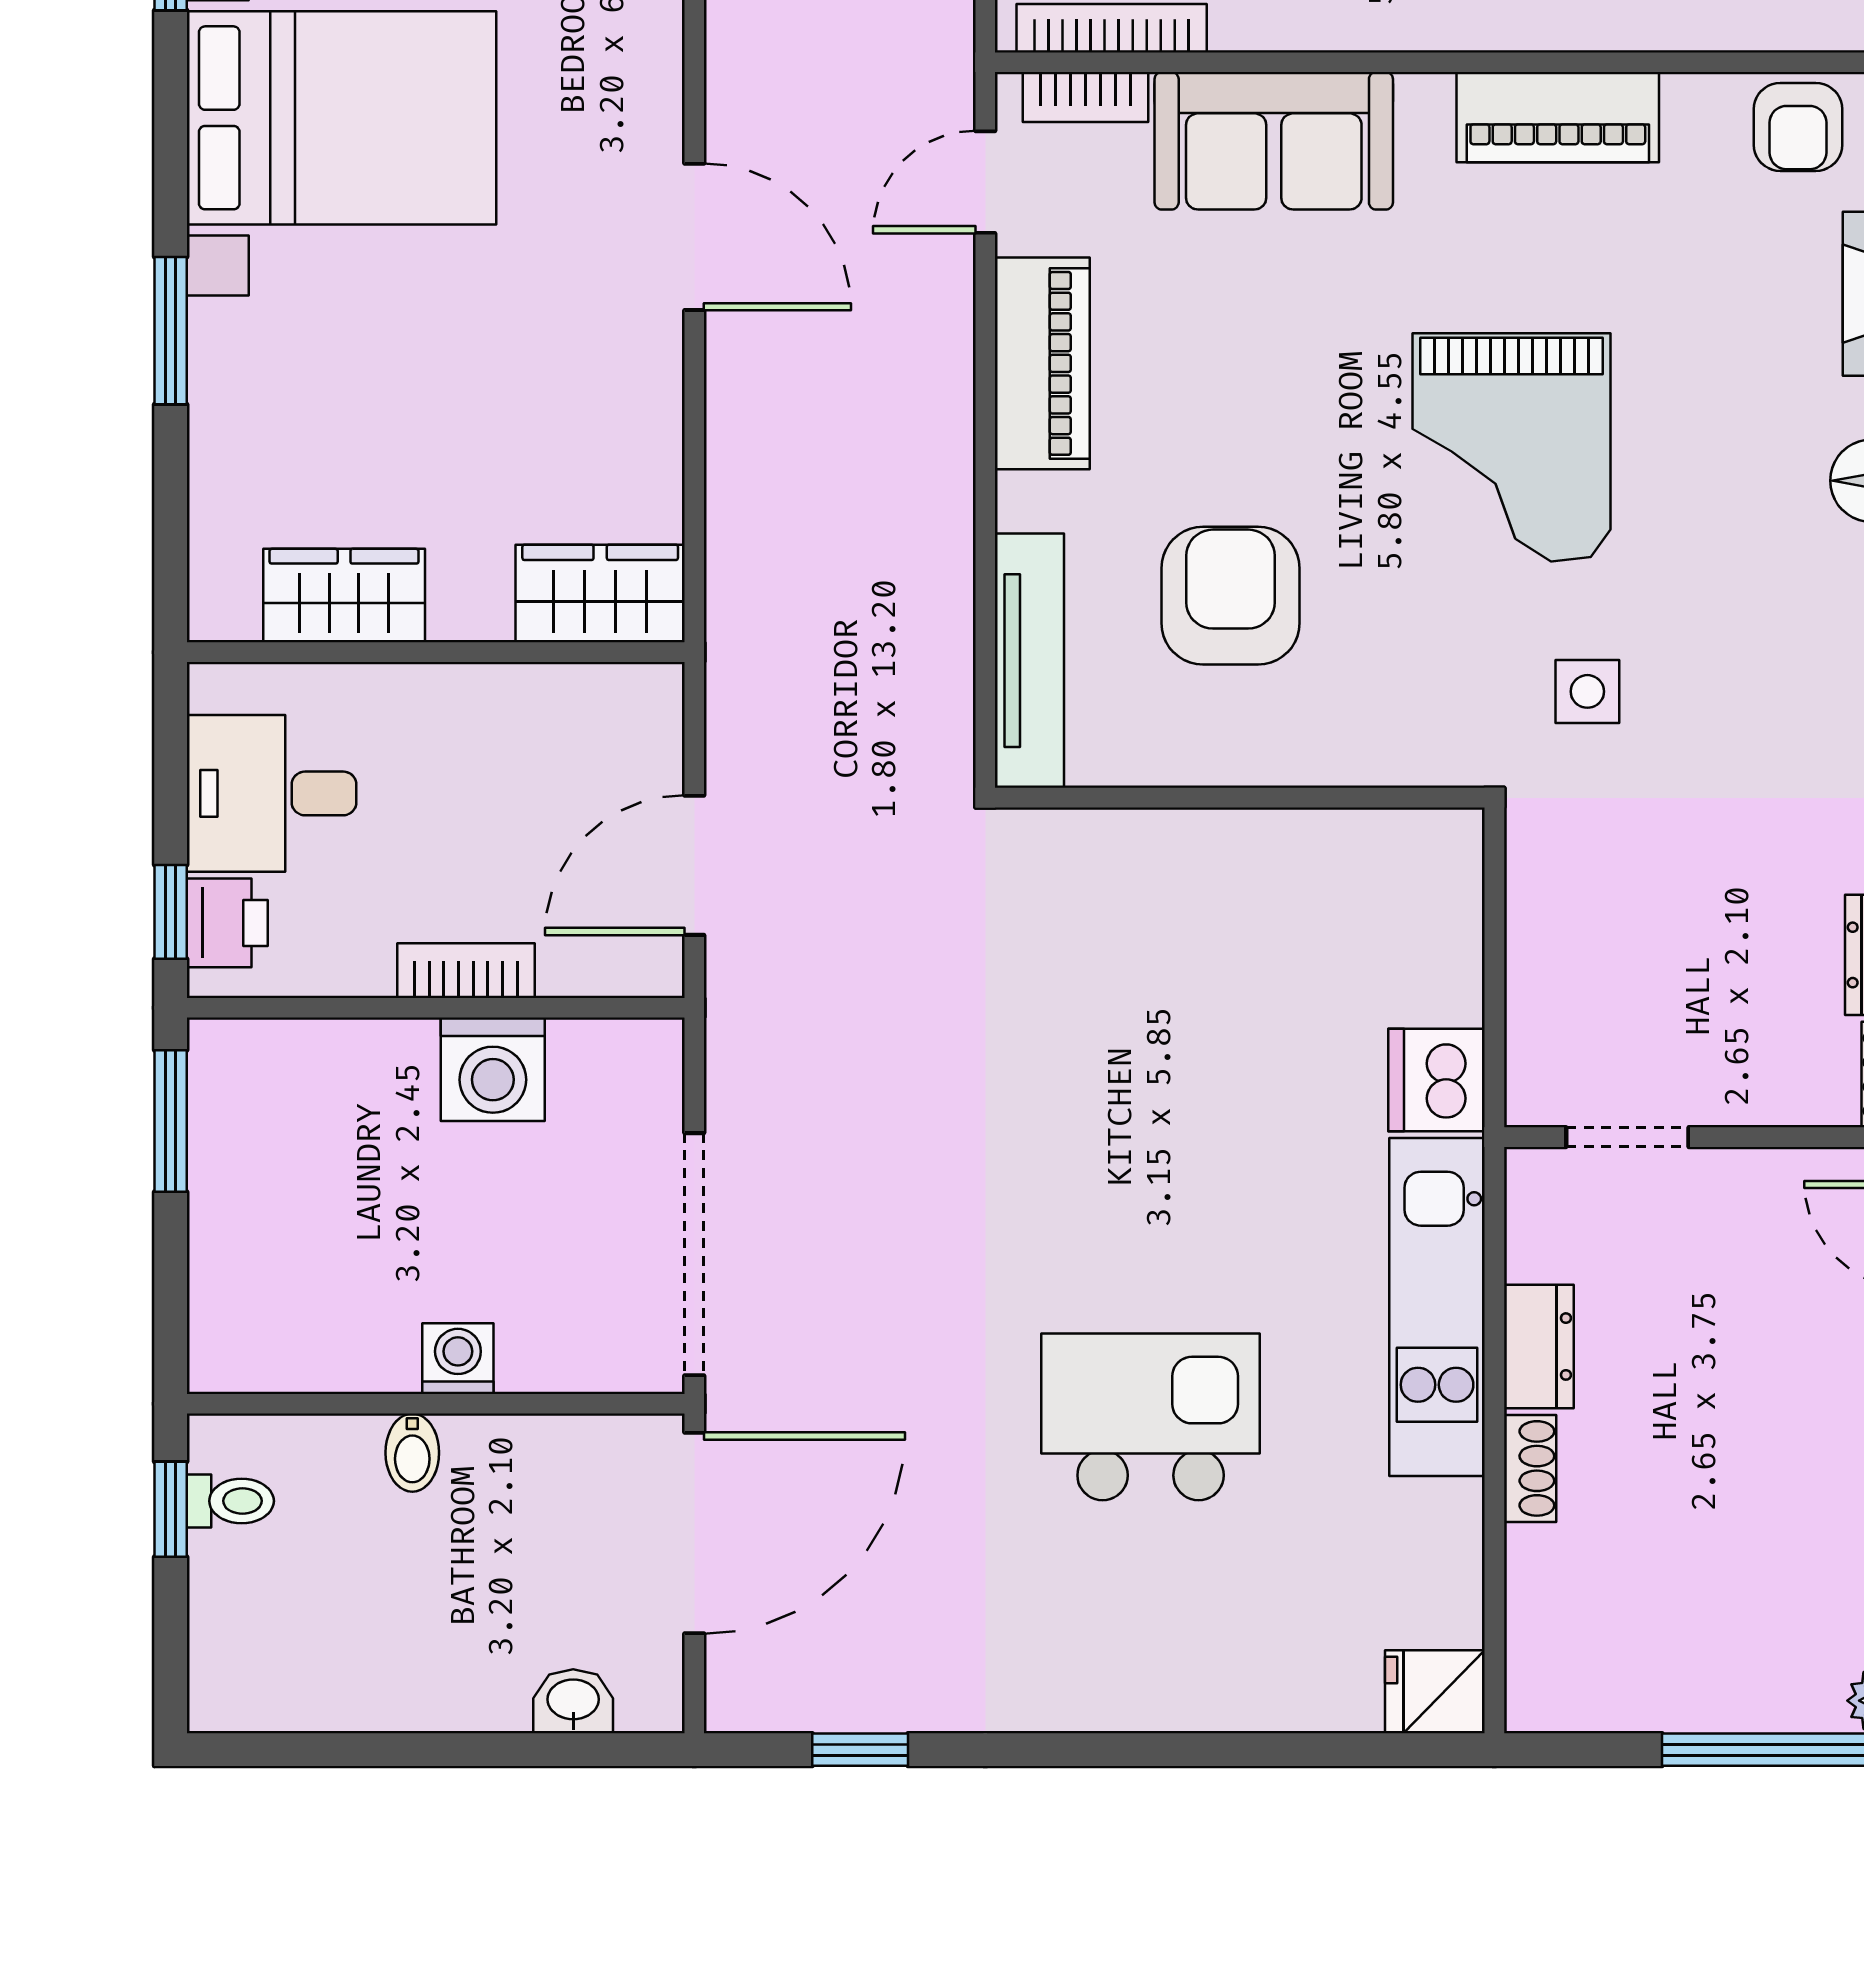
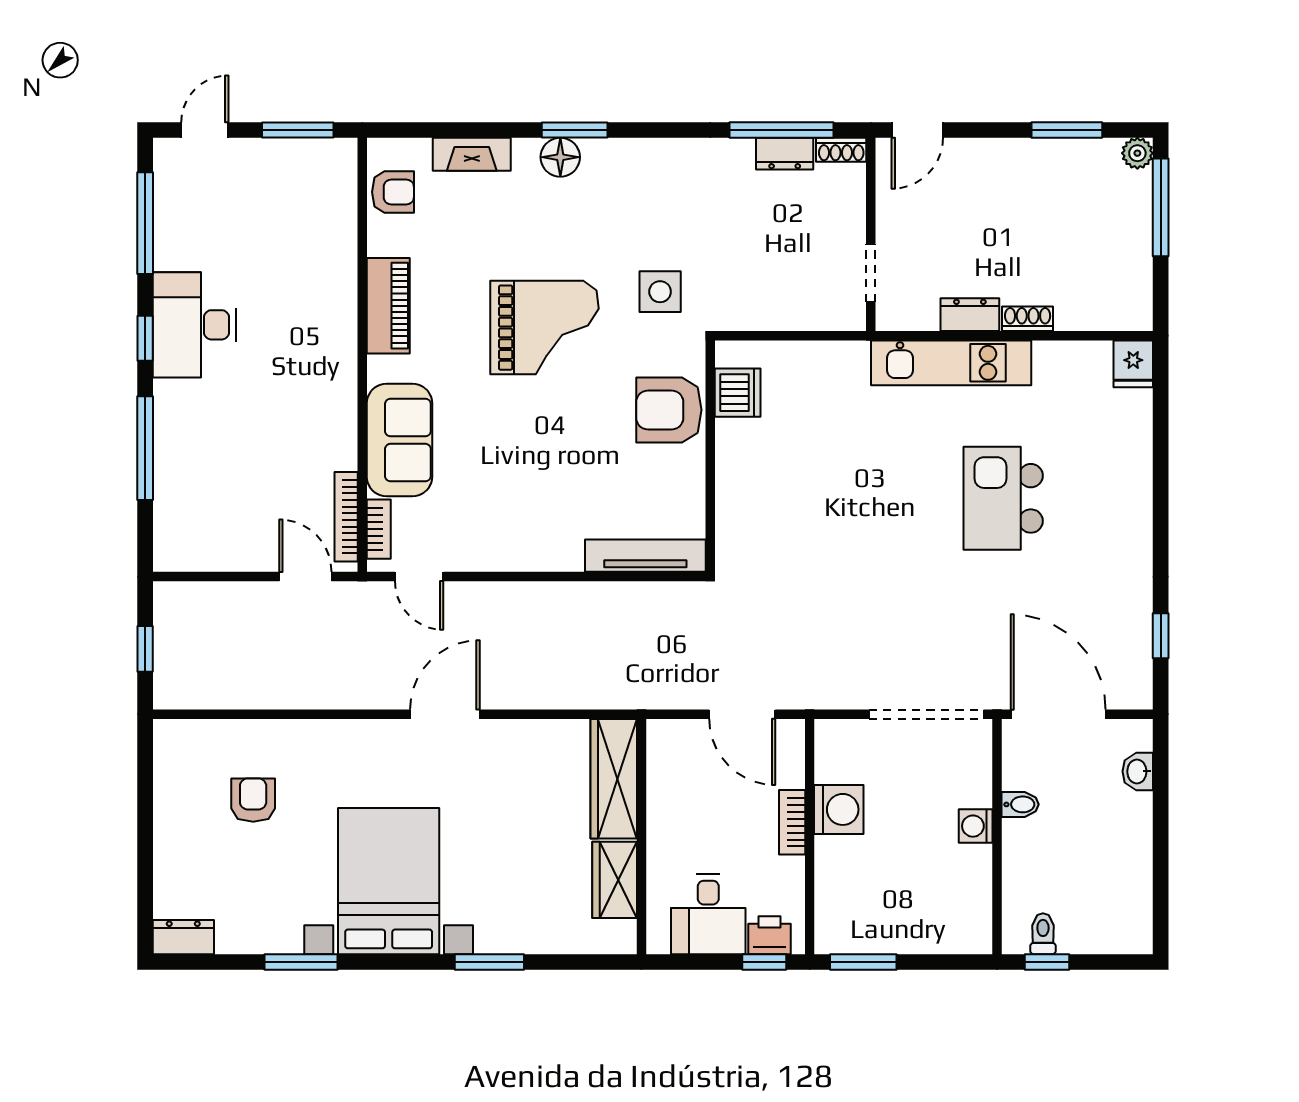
piano: (1042, 363) -> (505, 550), removed
wardrobe: (600, 594) -> (614, 779), width x1.50
armchair: (1230, 596) -> (669, 410), moved
side table: (1587, 691) -> (660, 292), width x1.37, depth x1.37
dishwasher: (1437, 1080) -> (738, 393), moved, turned -90
bidet: (412, 1453) -> (1020, 804), moved

